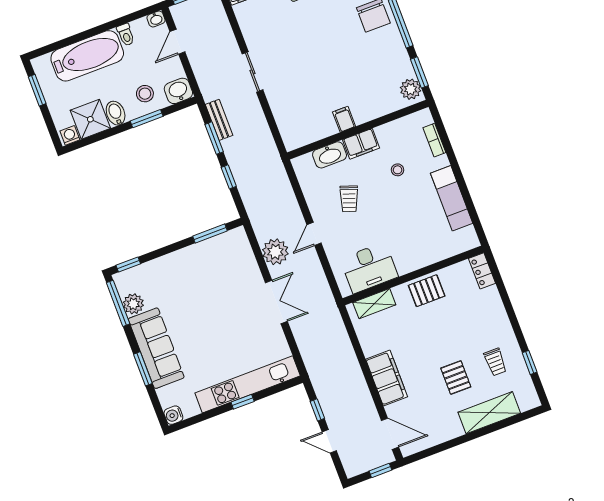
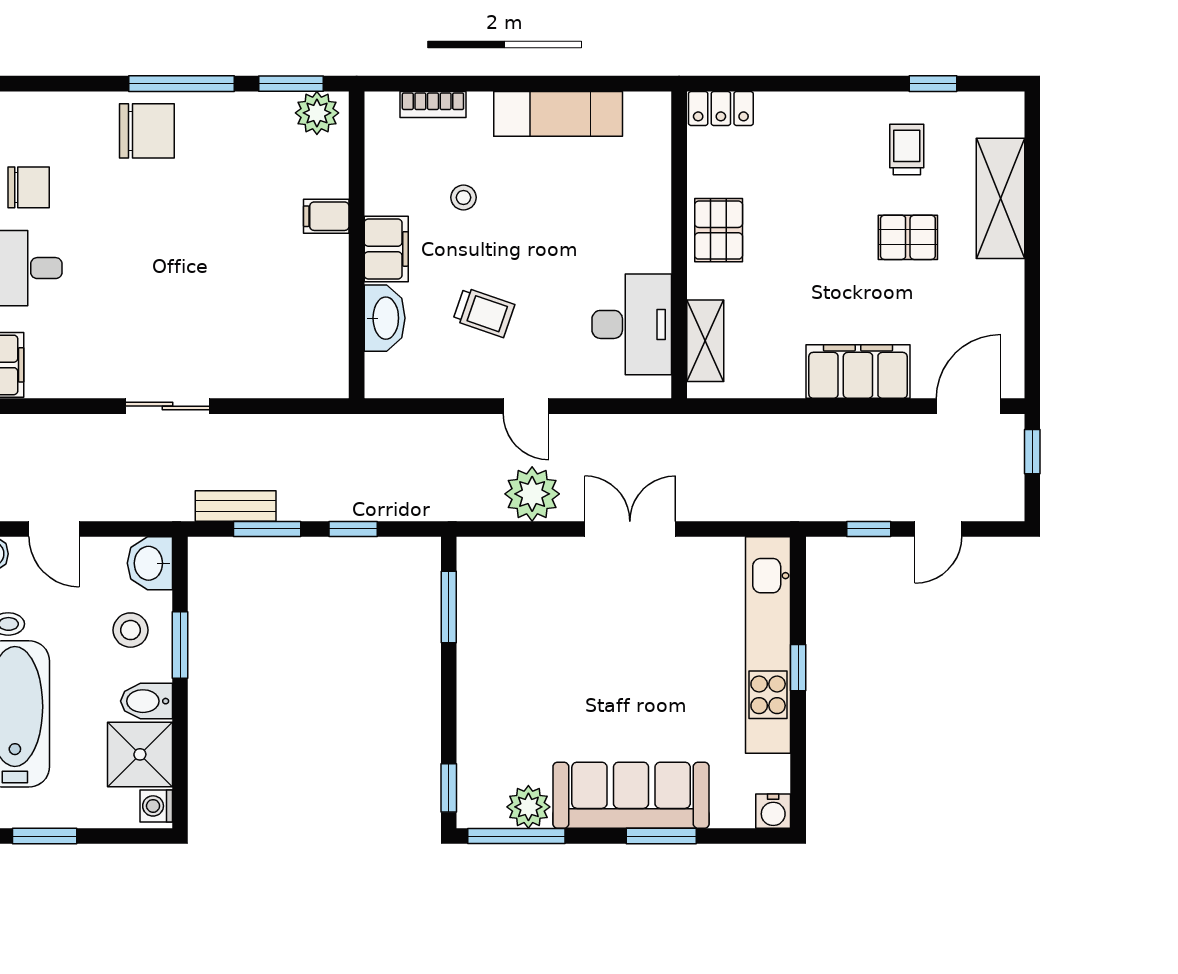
filing cabinet: (344, 119) -> (326, 216), moved
trolley: (495, 362) -> (907, 149), turned -90

